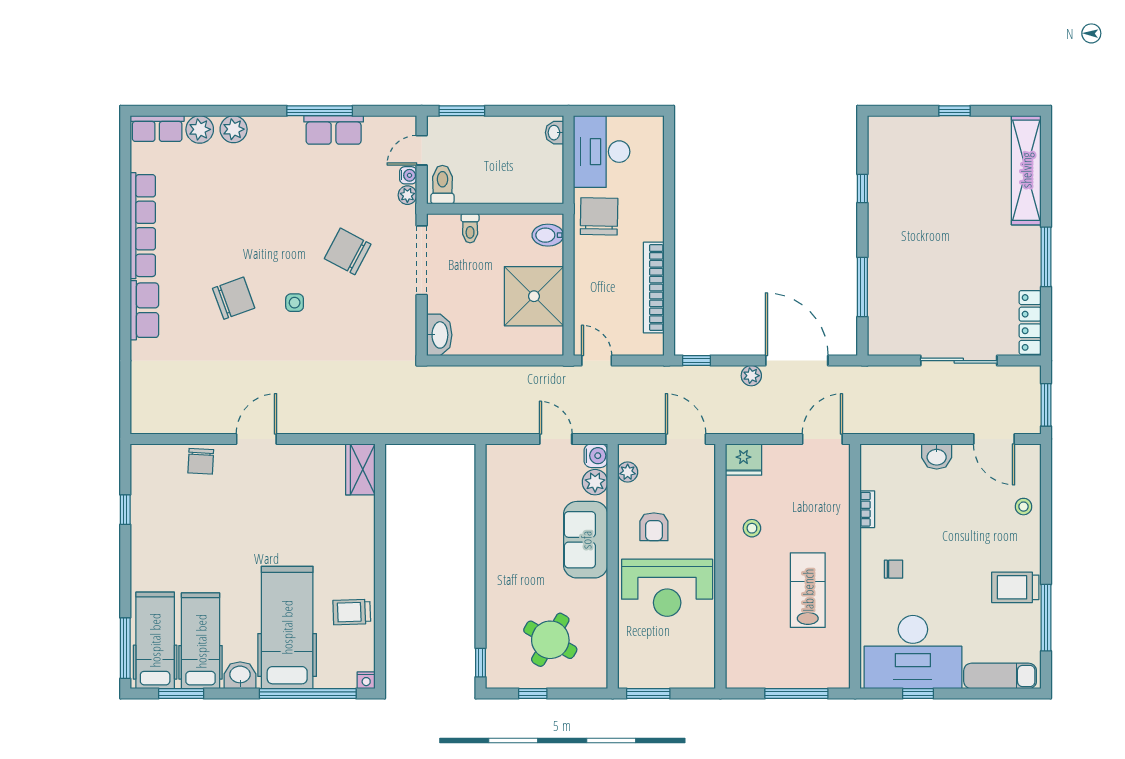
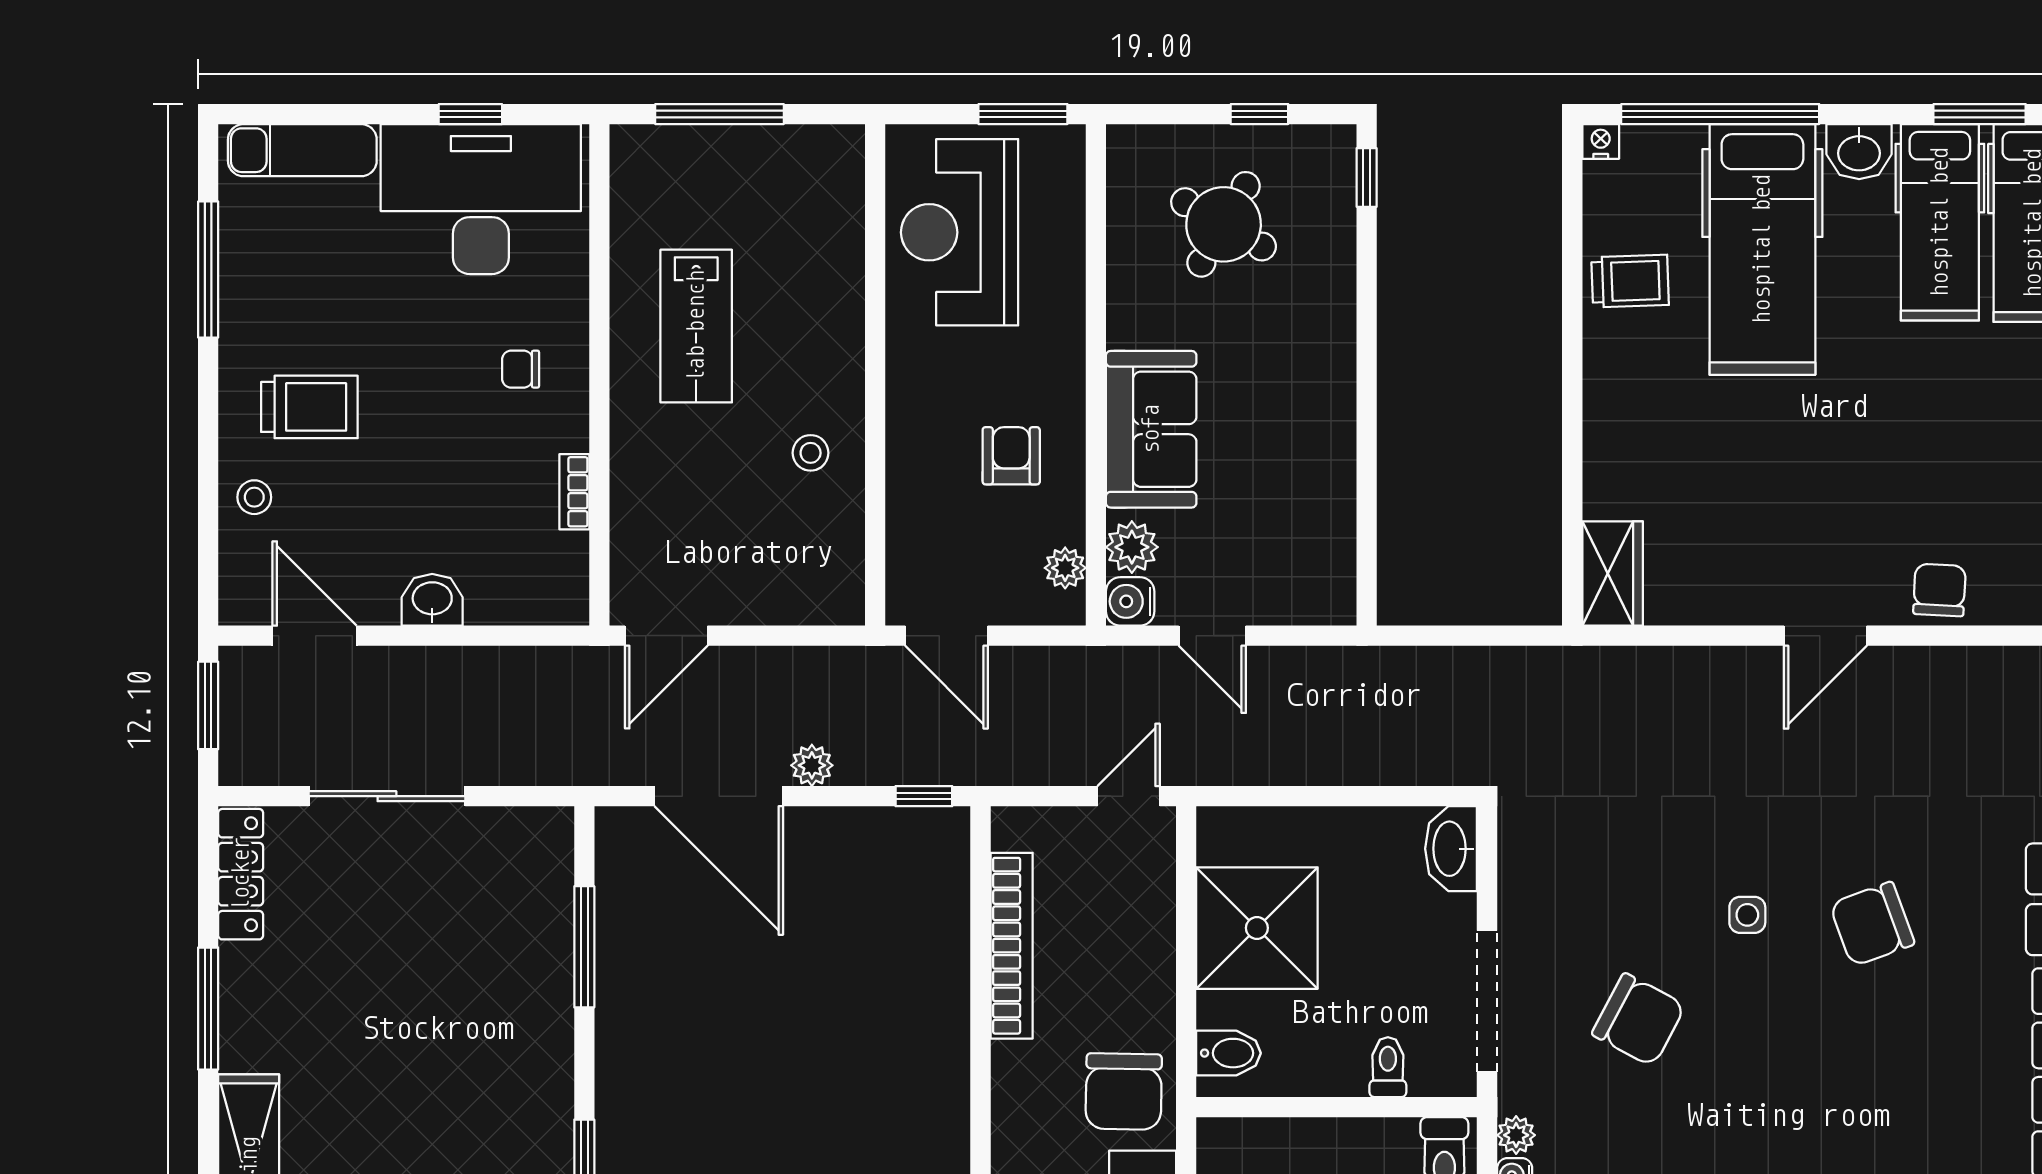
door: (597, 361) -> (1129, 796), swing flipped
fridge: (743, 460) -> (828, 593), removed
trolley: (1015, 587) -> (309, 407), moved
reception desk: (667, 588) -> (960, 232), moved, turned -90

